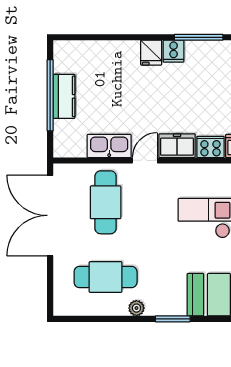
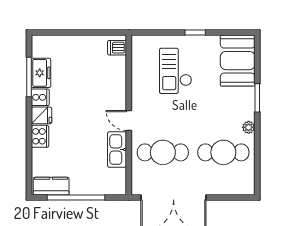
kitchen counter: (64, 96) -> (51, 186), moved
freezer: (177, 146) -> (41, 73), moved, turned 180
cooker: (210, 147) -> (40, 136), moved, turned 180
cafe table: (106, 277) -> (223, 152), turned 90

